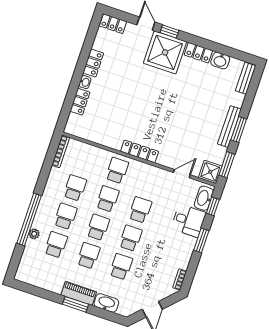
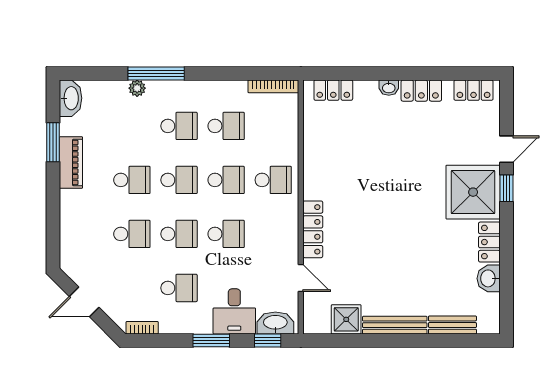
locker: (113, 24) -> (473, 90), moved, turned -90
bench: (246, 78) -> (452, 325), moved
locker: (80, 102) -> (333, 90), moved
window: (239, 129) -> (395, 340), removed
locker: (140, 151) -> (313, 229), moved
window: (227, 165) -> (337, 340), removed
shower: (210, 172) -> (346, 319), moved
window: (29, 219) -> (156, 73), width x0.68
school desk: (56, 245) -> (179, 288), moved
piano: (79, 293) -> (71, 162), moved
washbasin: (106, 303) -> (70, 98), moved
window: (76, 304) -> (53, 142), moved

